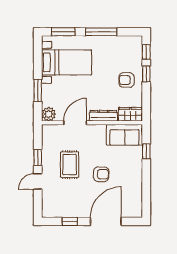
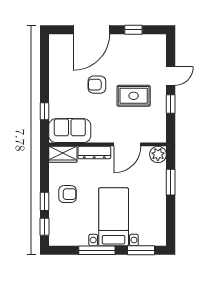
bed with nightstands: (67, 62) -> (114, 217), moved, turned 90
rug: (70, 165) -> (134, 96), turned 90

